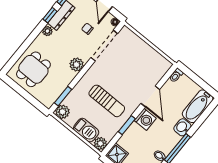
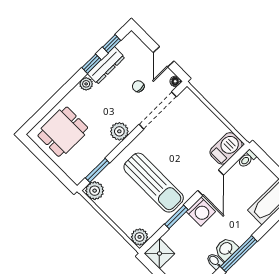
sun lounger: (107, 101) -> (154, 183), width x1.36, depth x1.34
washbasin: (182, 127) -> (226, 249), moved
barbecue: (86, 130) -> (226, 148), moved, turned -90

